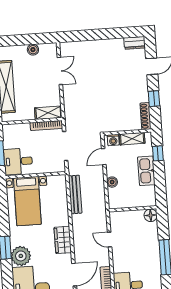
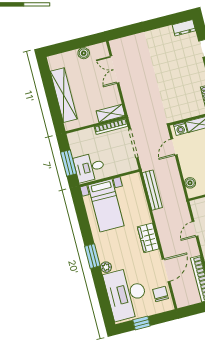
double door: (60, 71) -> (114, 70), swing flipped
boiler: (112, 182) -> (190, 183), moved
door: (110, 240) -> (195, 229), hinge flipped
plant: (21, 256) -> (106, 267), width x0.53, depth x0.53

